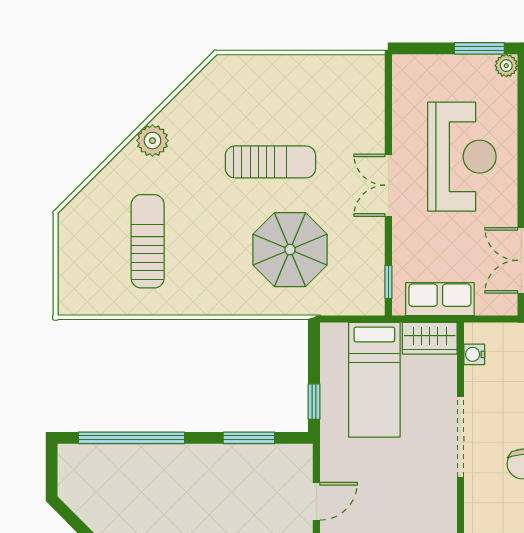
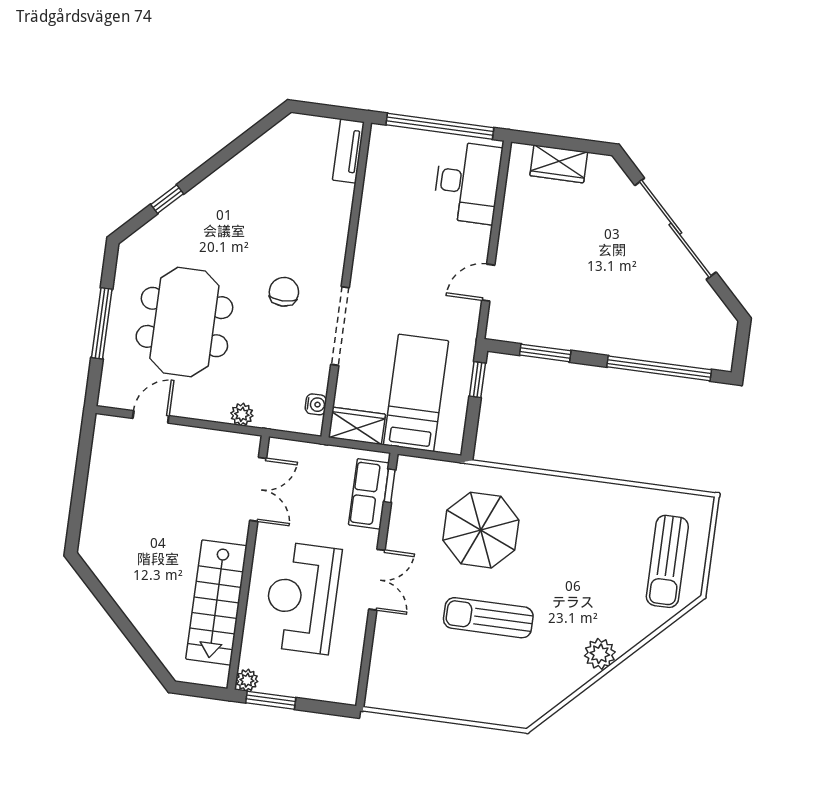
sun lounger: (148, 241) -> (667, 561), moved
row of seats: (440, 299) -> (369, 494), moved, turned 90

